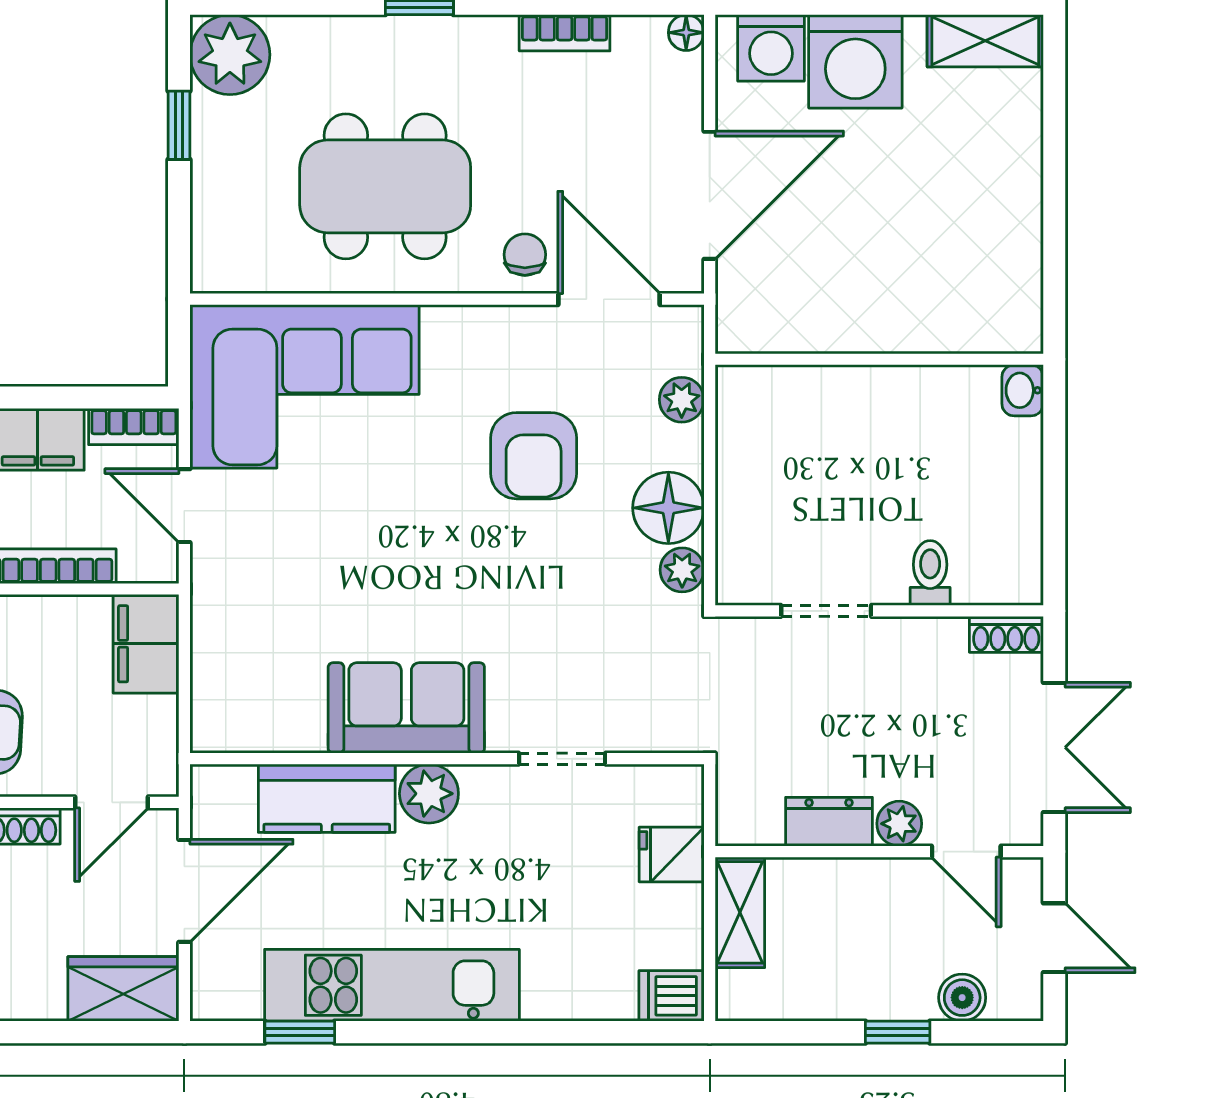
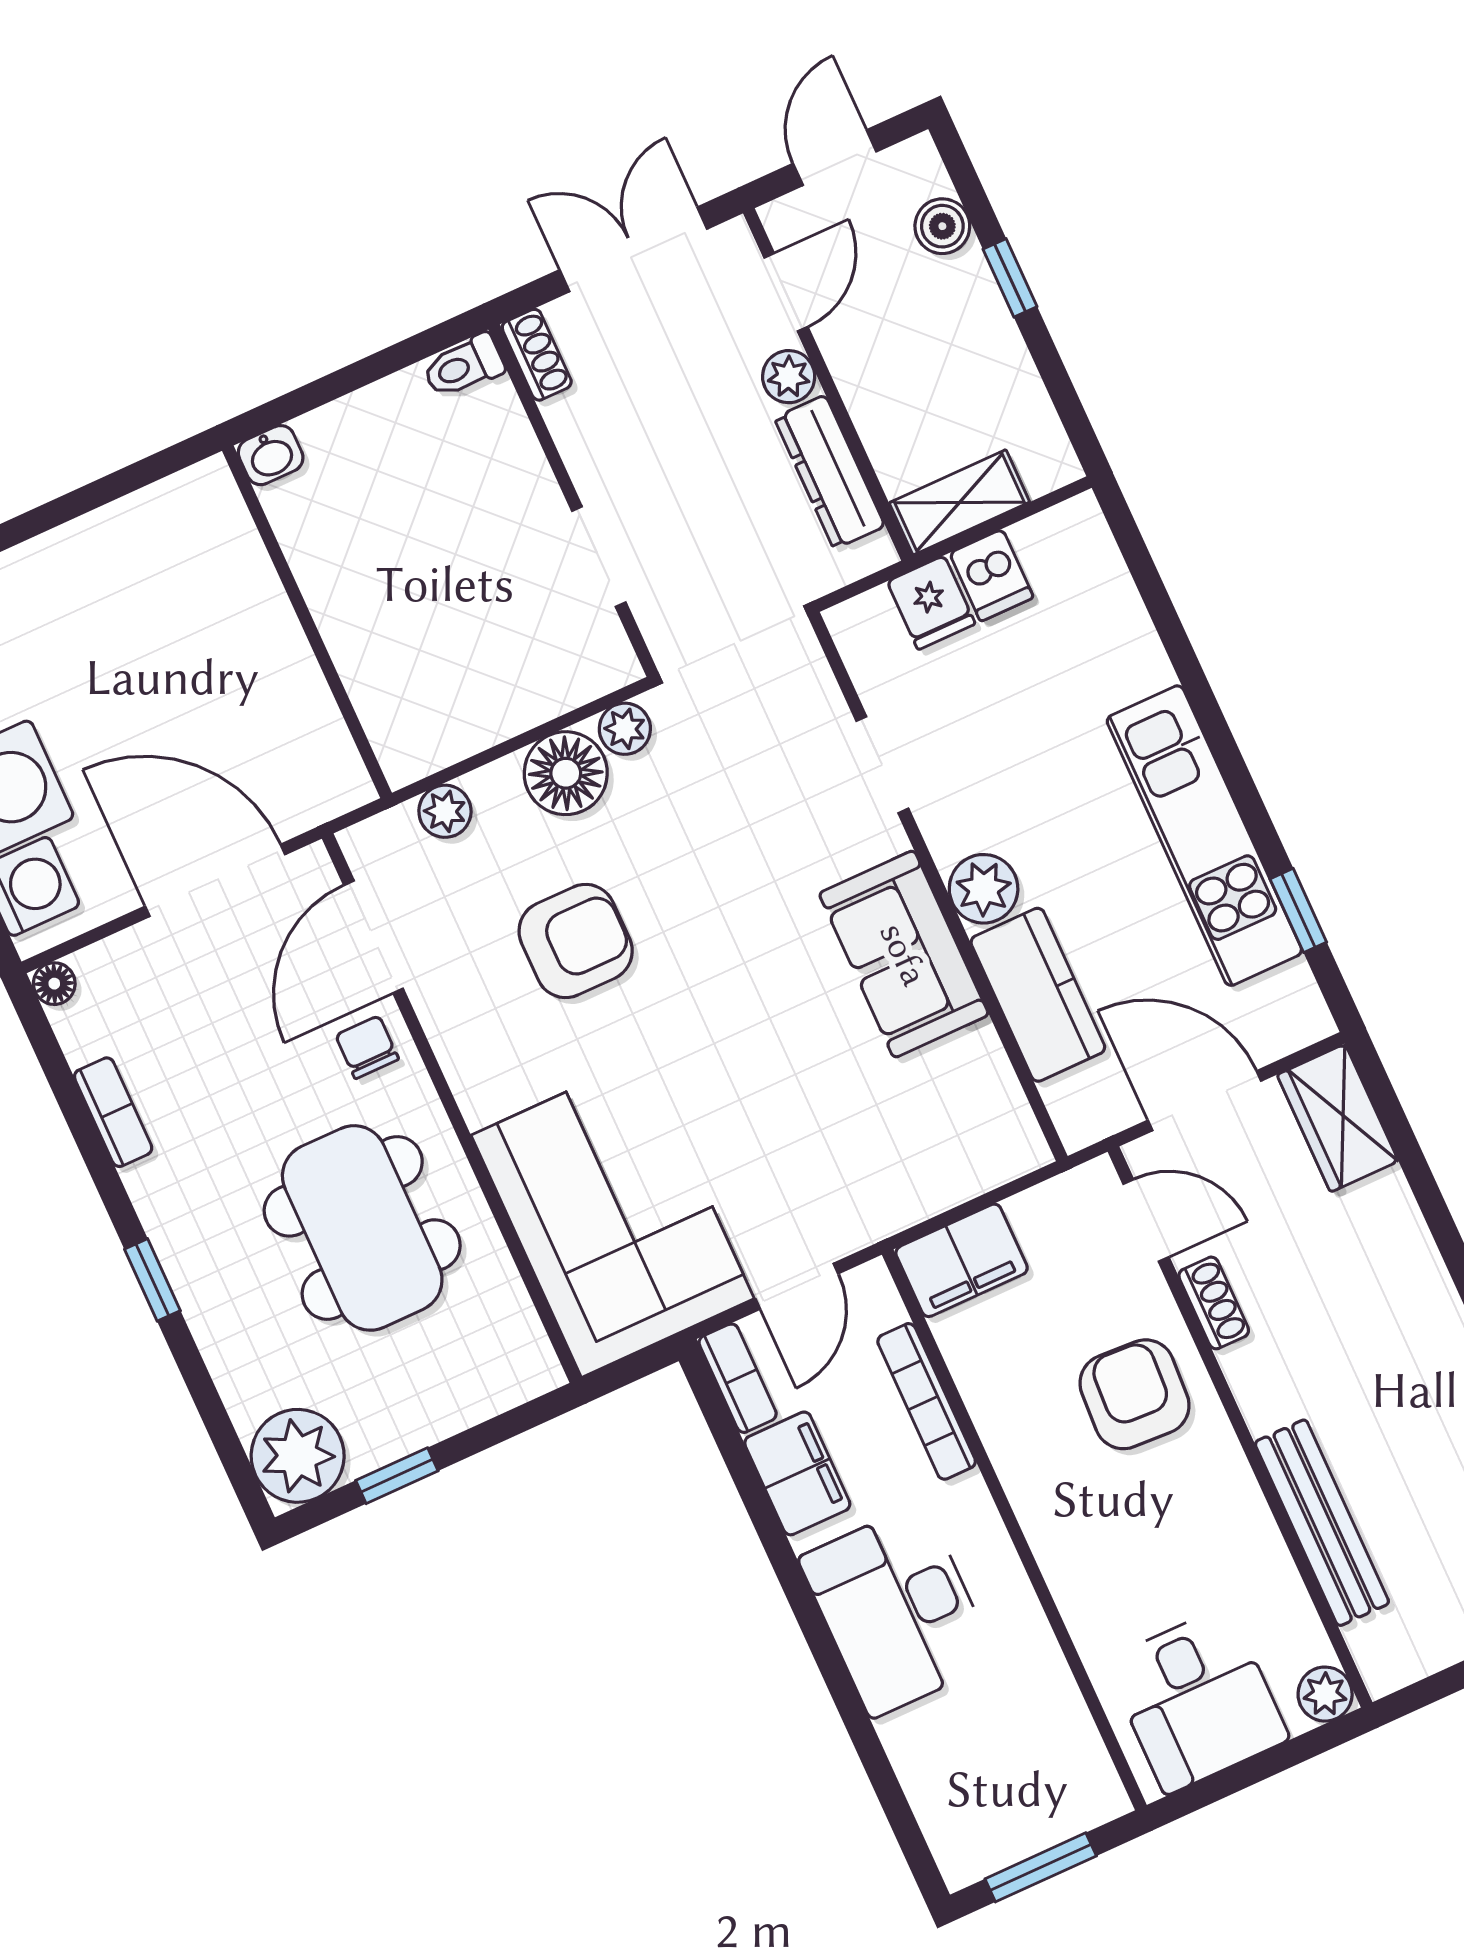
chair: (525, 255) -> (367, 1047), turned 90
toilet: (930, 573) -> (464, 366), moved
dresser: (829, 822) -> (830, 472), width x1.44
dishwasher: (672, 996) -> (991, 575), moved

